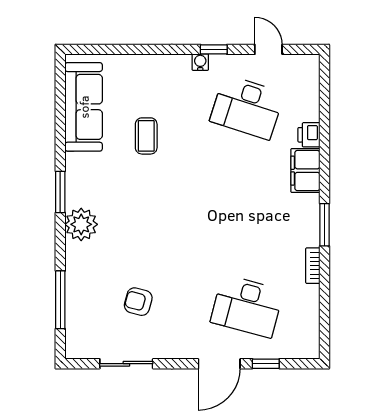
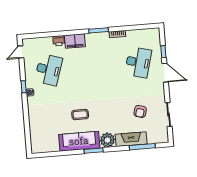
door: (268, 49) -> (21, 52), moved
sofa: (84, 107) -> (79, 141), moved
coffee table: (146, 136) -> (80, 115), moved
fireplace: (79, 277) -> (131, 139), added

